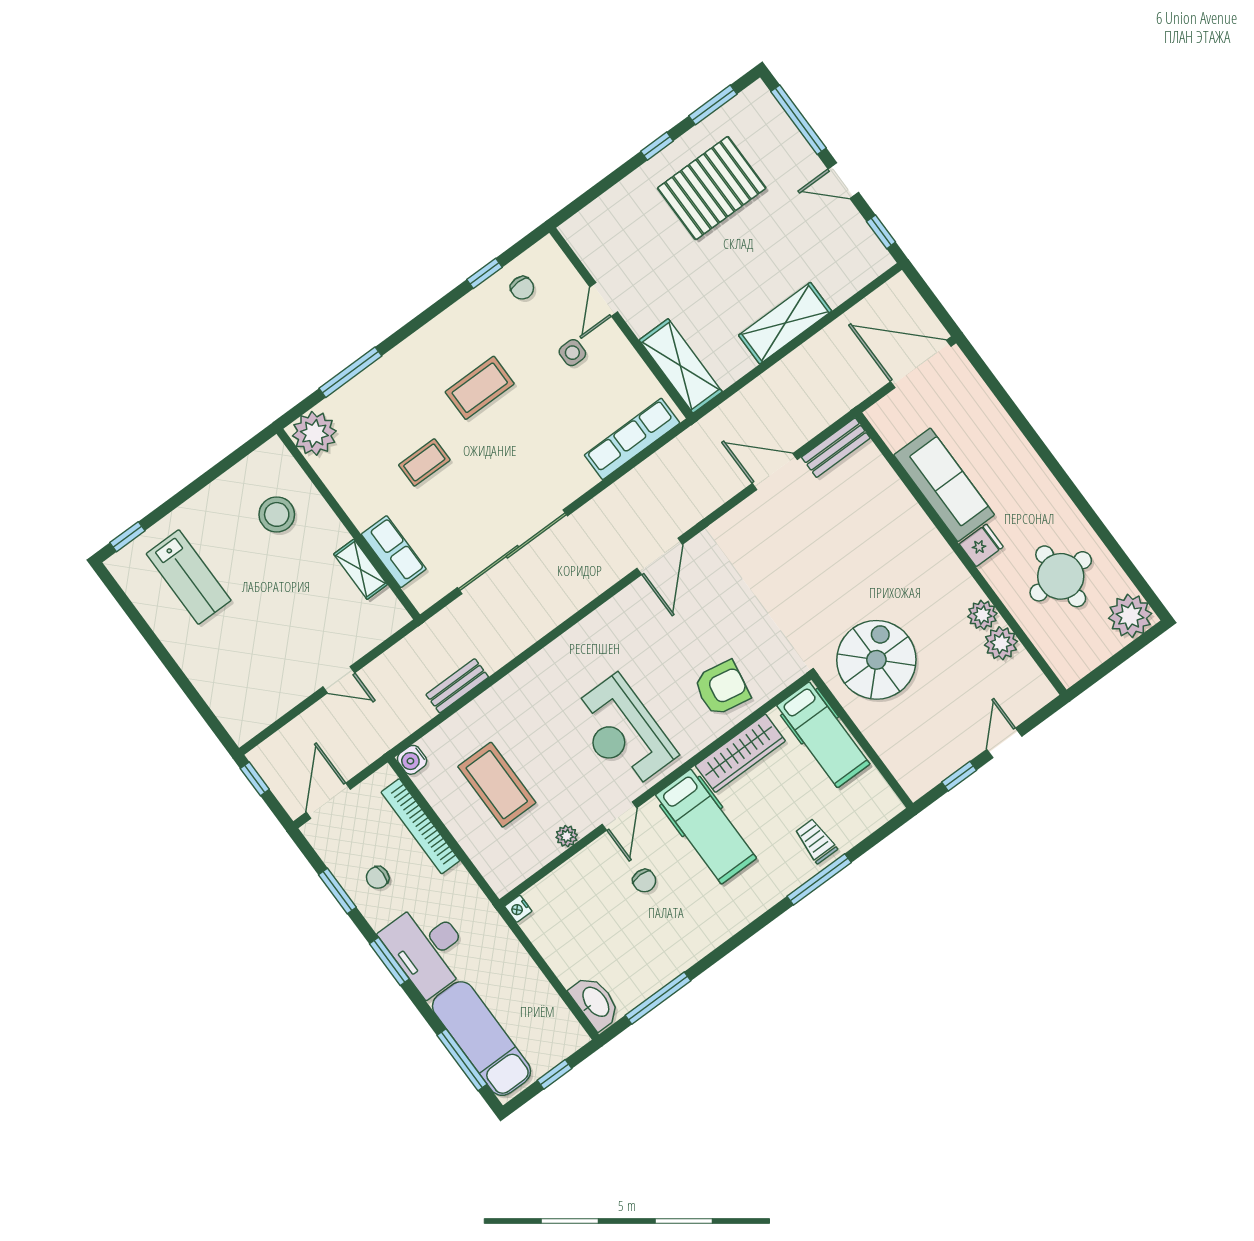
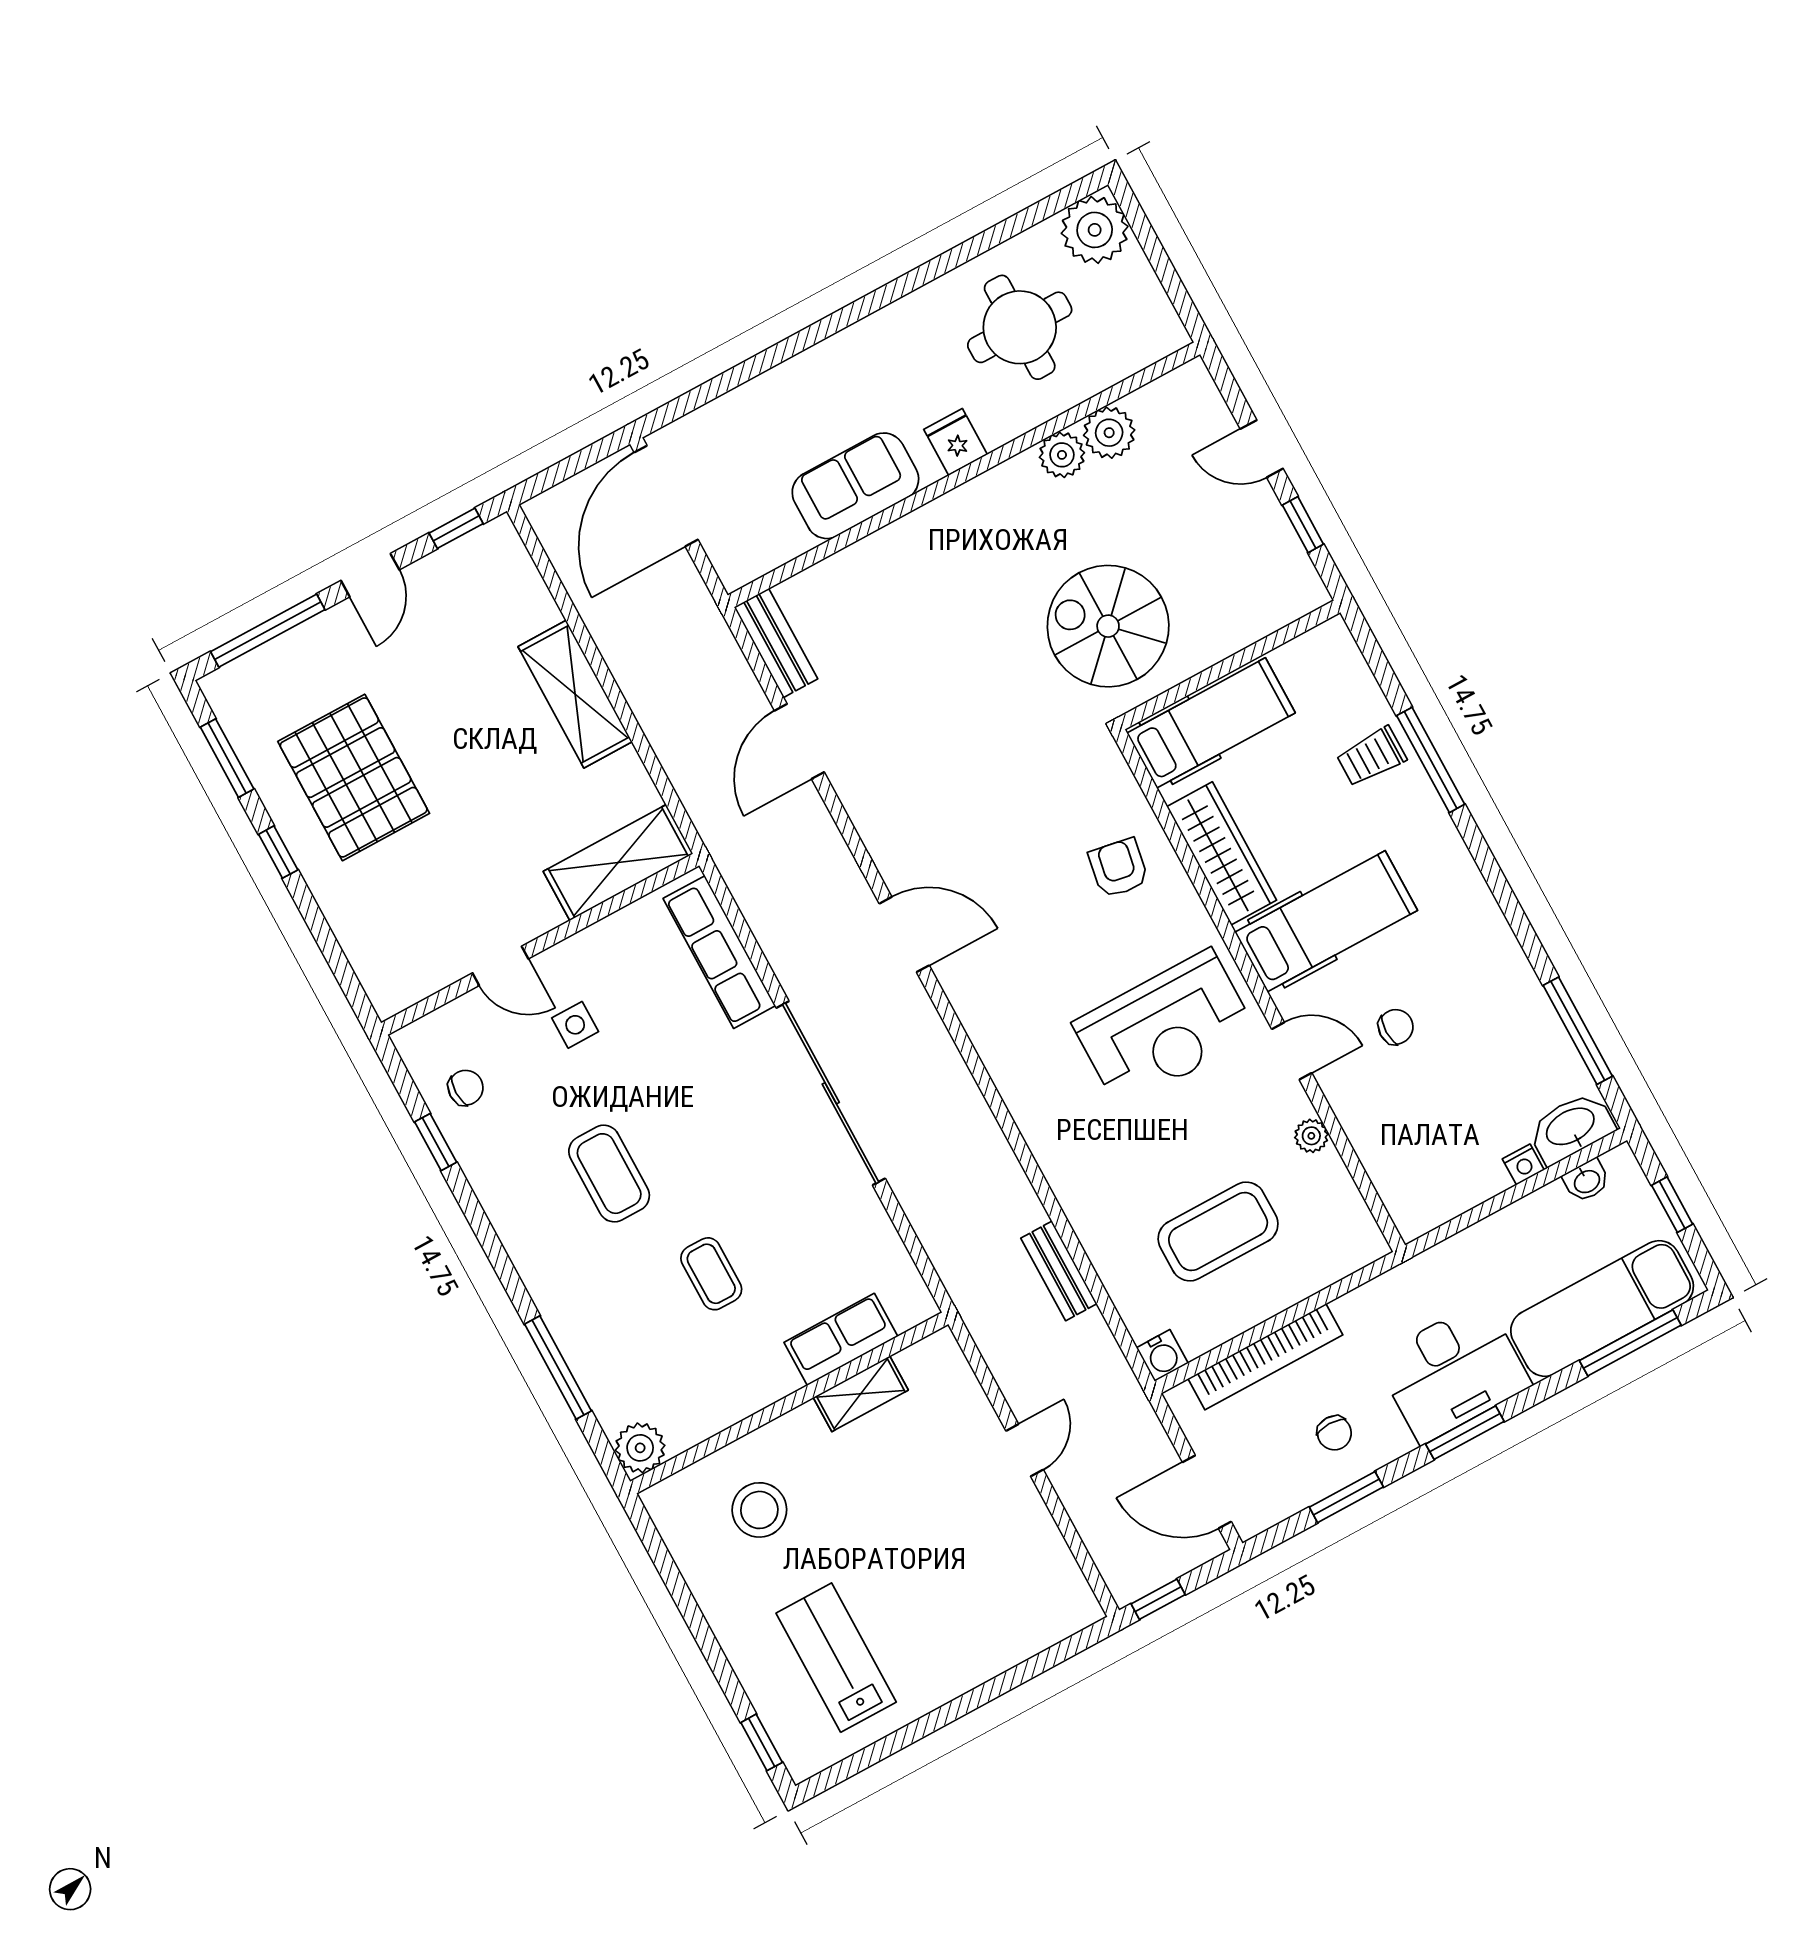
plant: (314, 433) -> (640, 1448), width x0.73, depth x0.73
sofa: (944, 485) -> (855, 486), width x0.73
sliding door: (512, 552) -> (831, 1093), moved
lab bench: (189, 577) -> (836, 1658), turned -90
armchair: (722, 688) -> (1118, 868), width x0.72, depth x0.72
nightstand: (518, 909) -> (1523, 1164), moved
washbasin: (562, 1017) -> (1587, 1181), added

